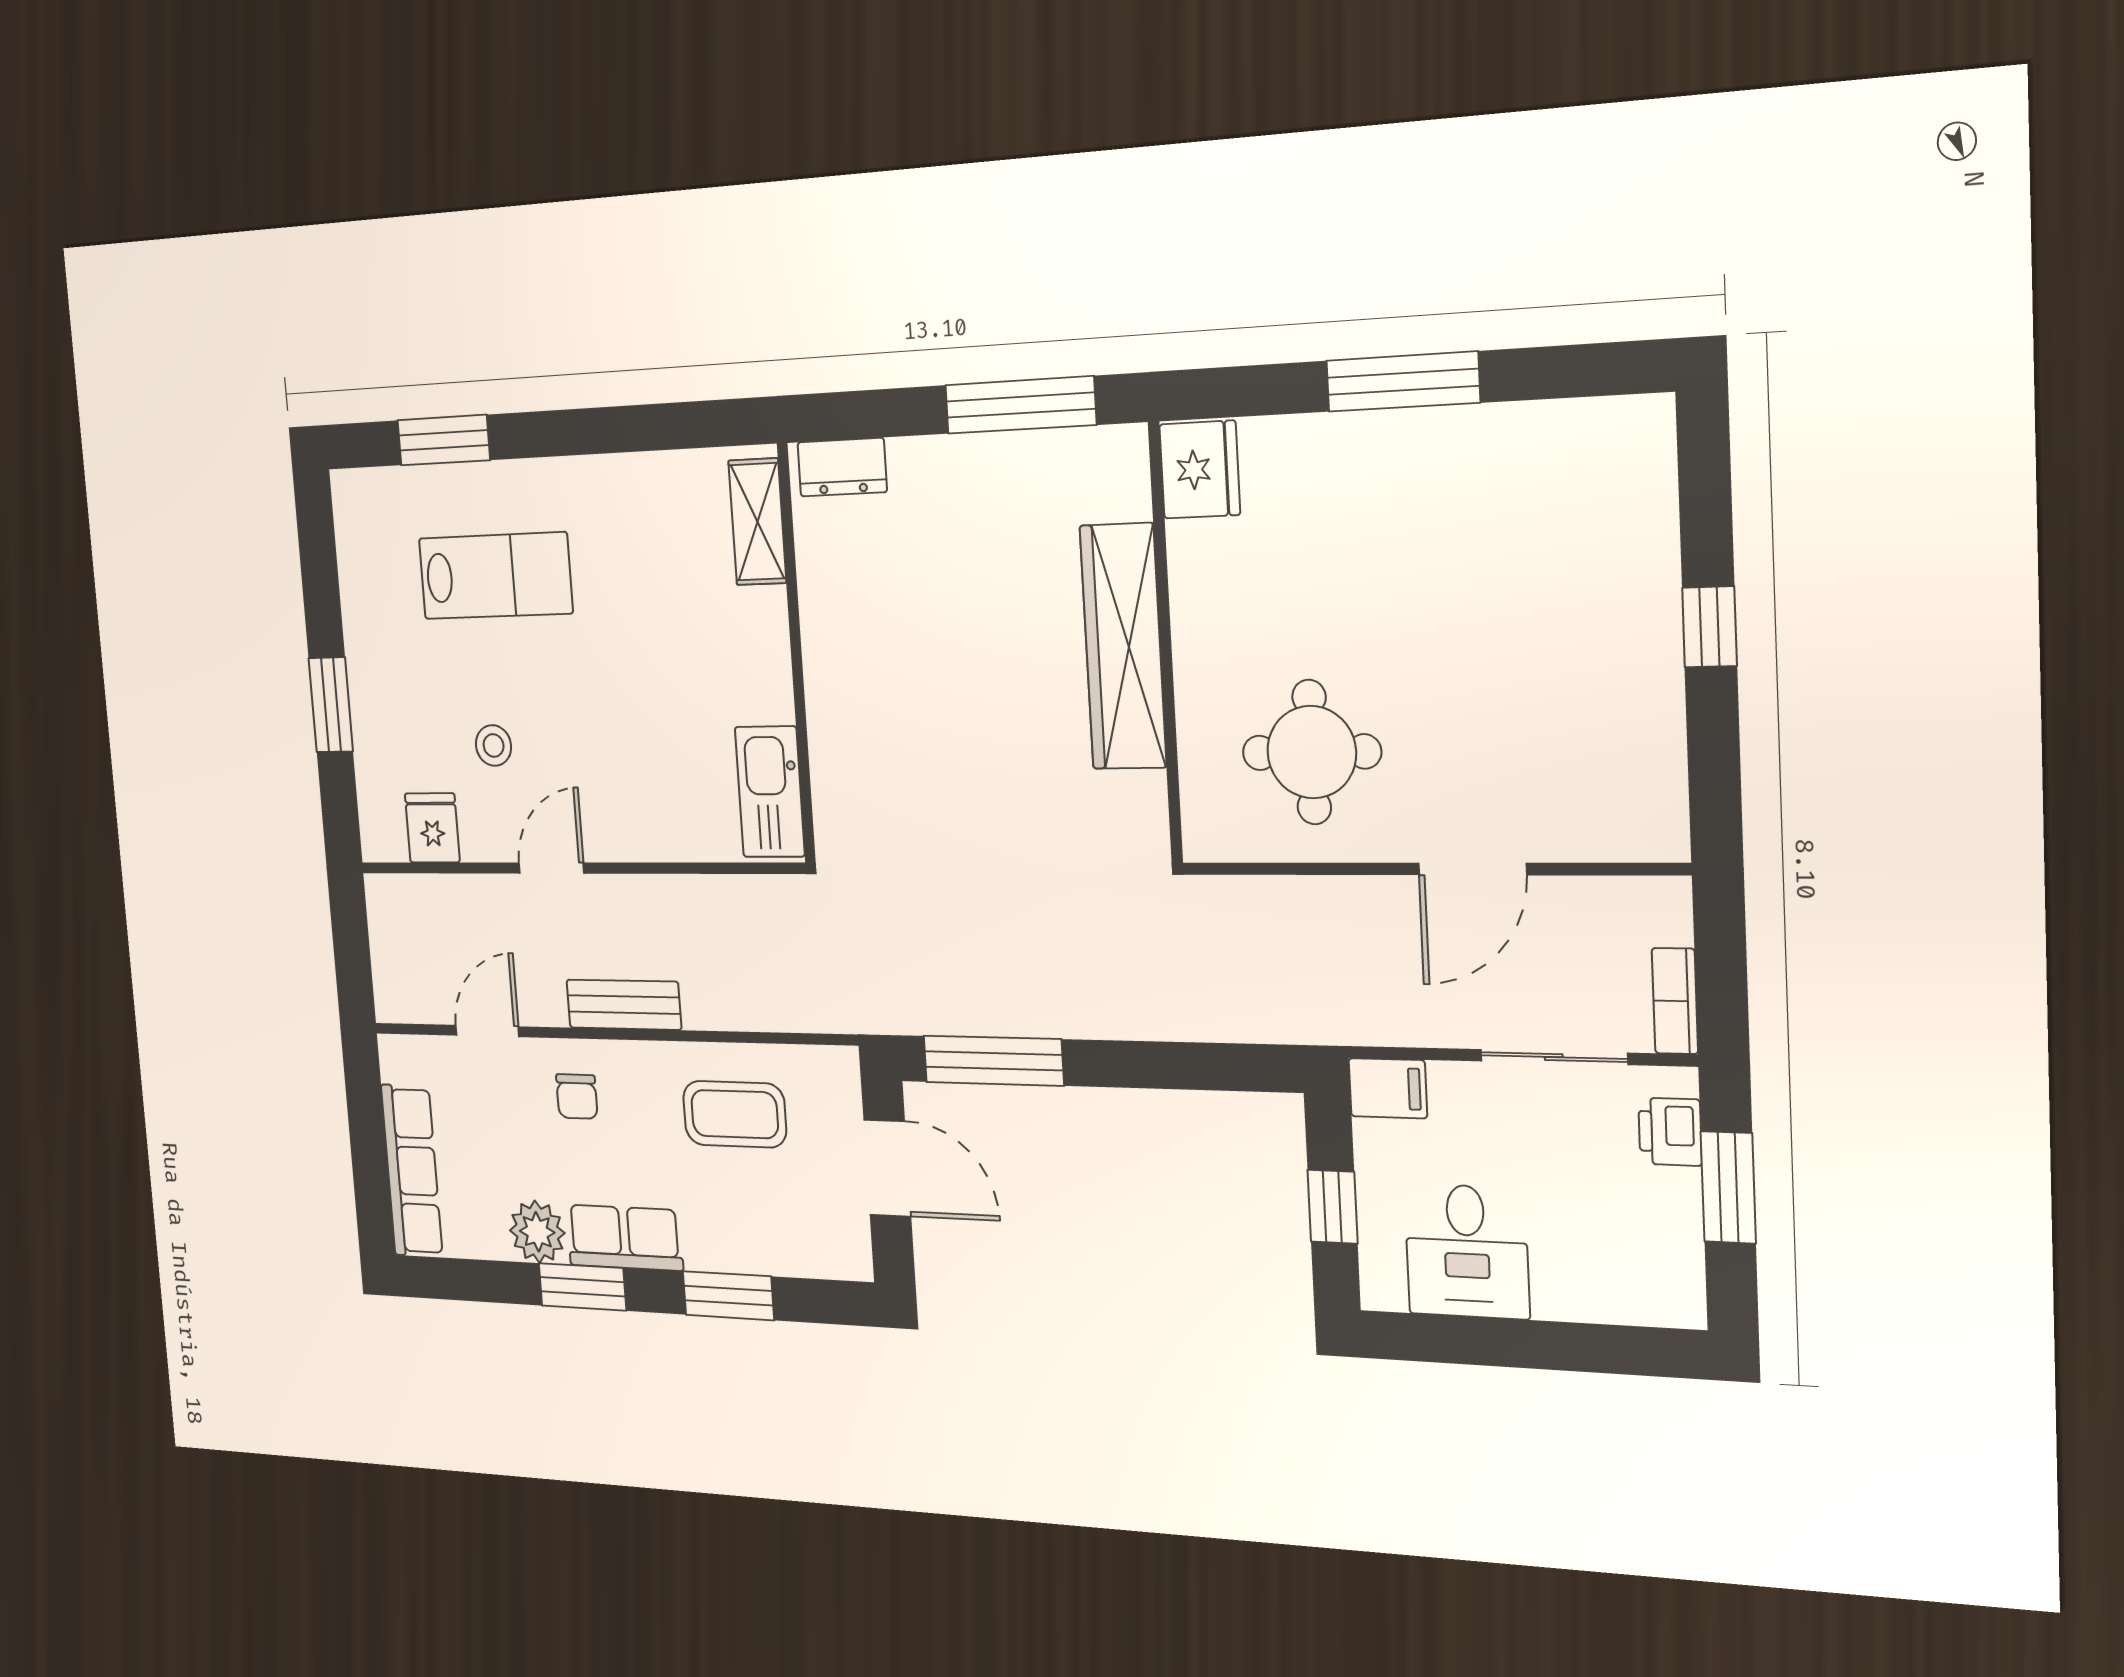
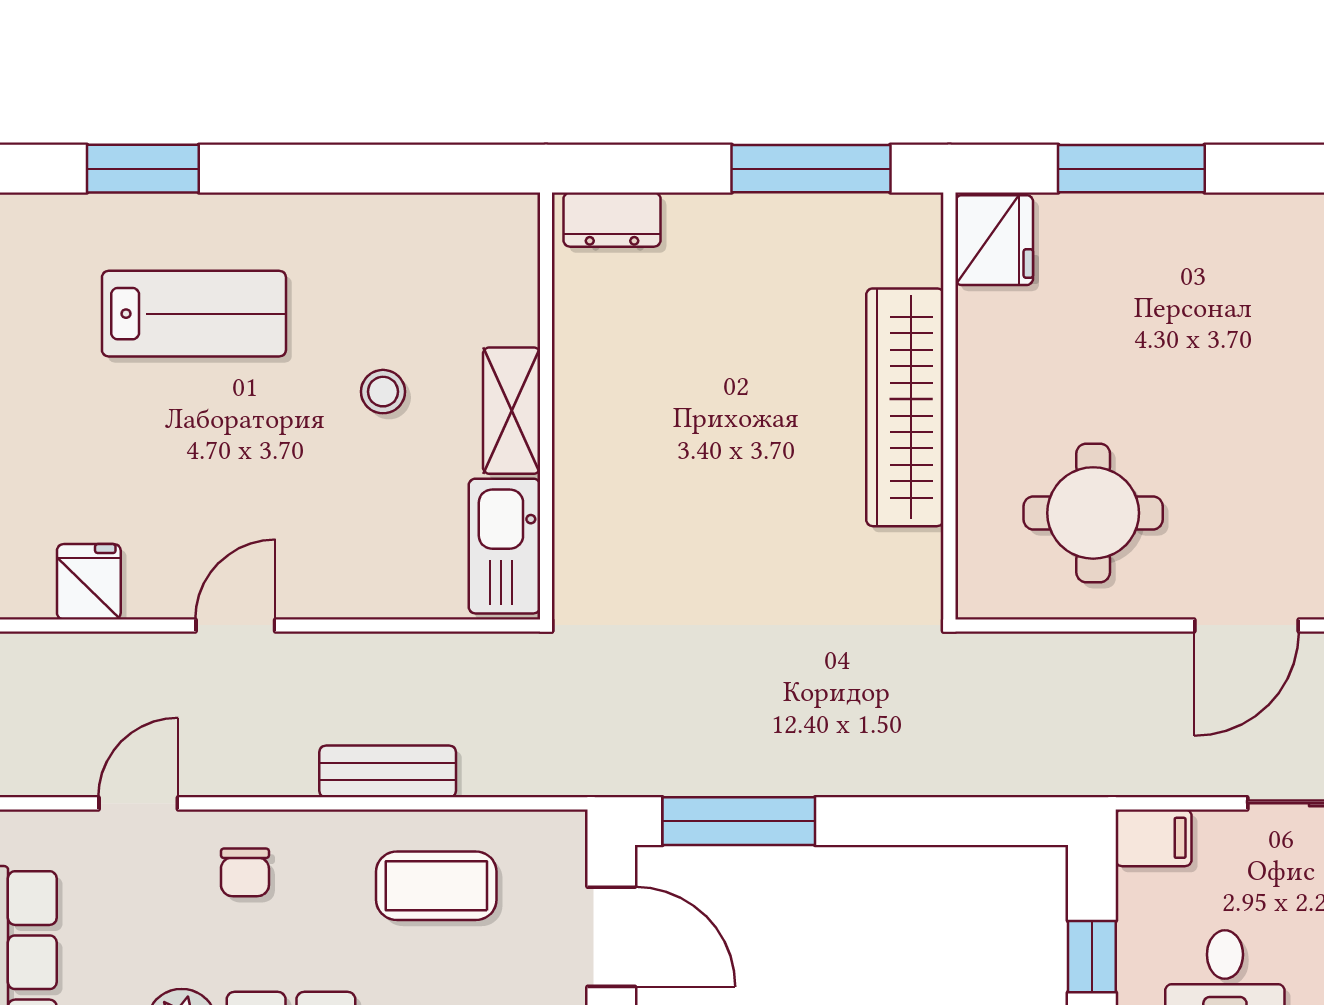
window: (1403, 382) -> (1131, 169), moved
shelving: (757, 522) -> (512, 411), moved
stool: (494, 745) -> (383, 392), moved
bench: (624, 1005) -> (388, 771), moved

